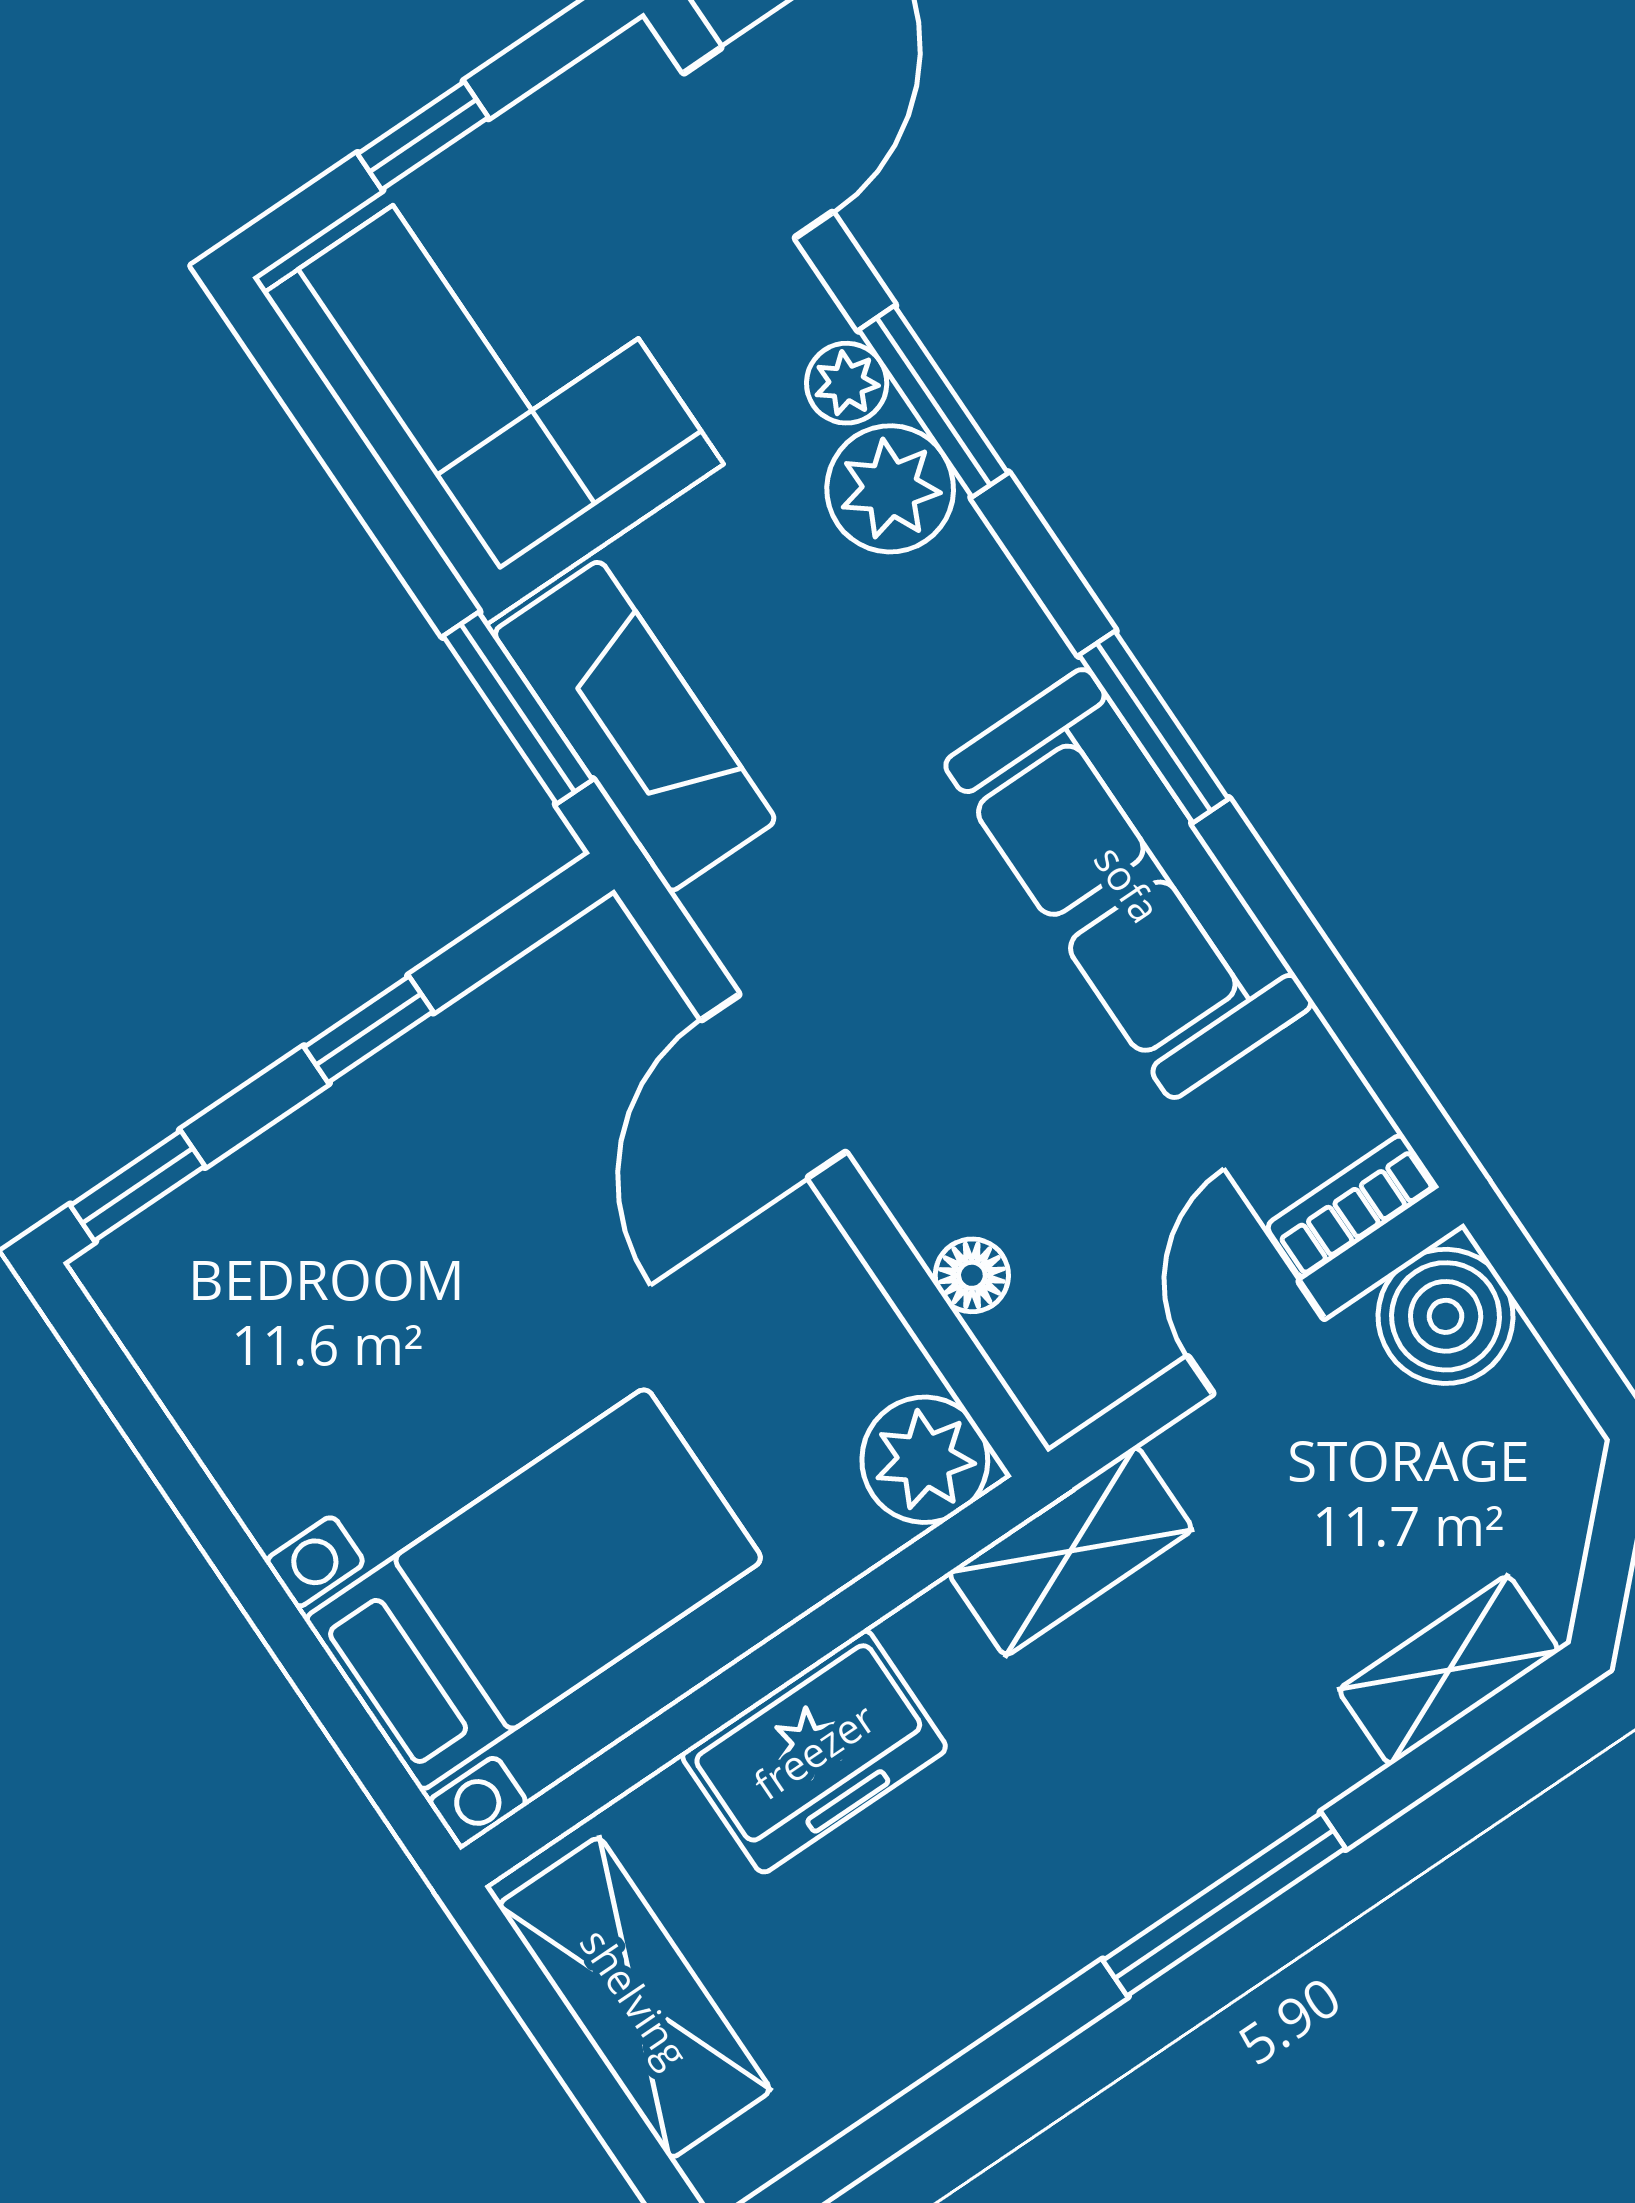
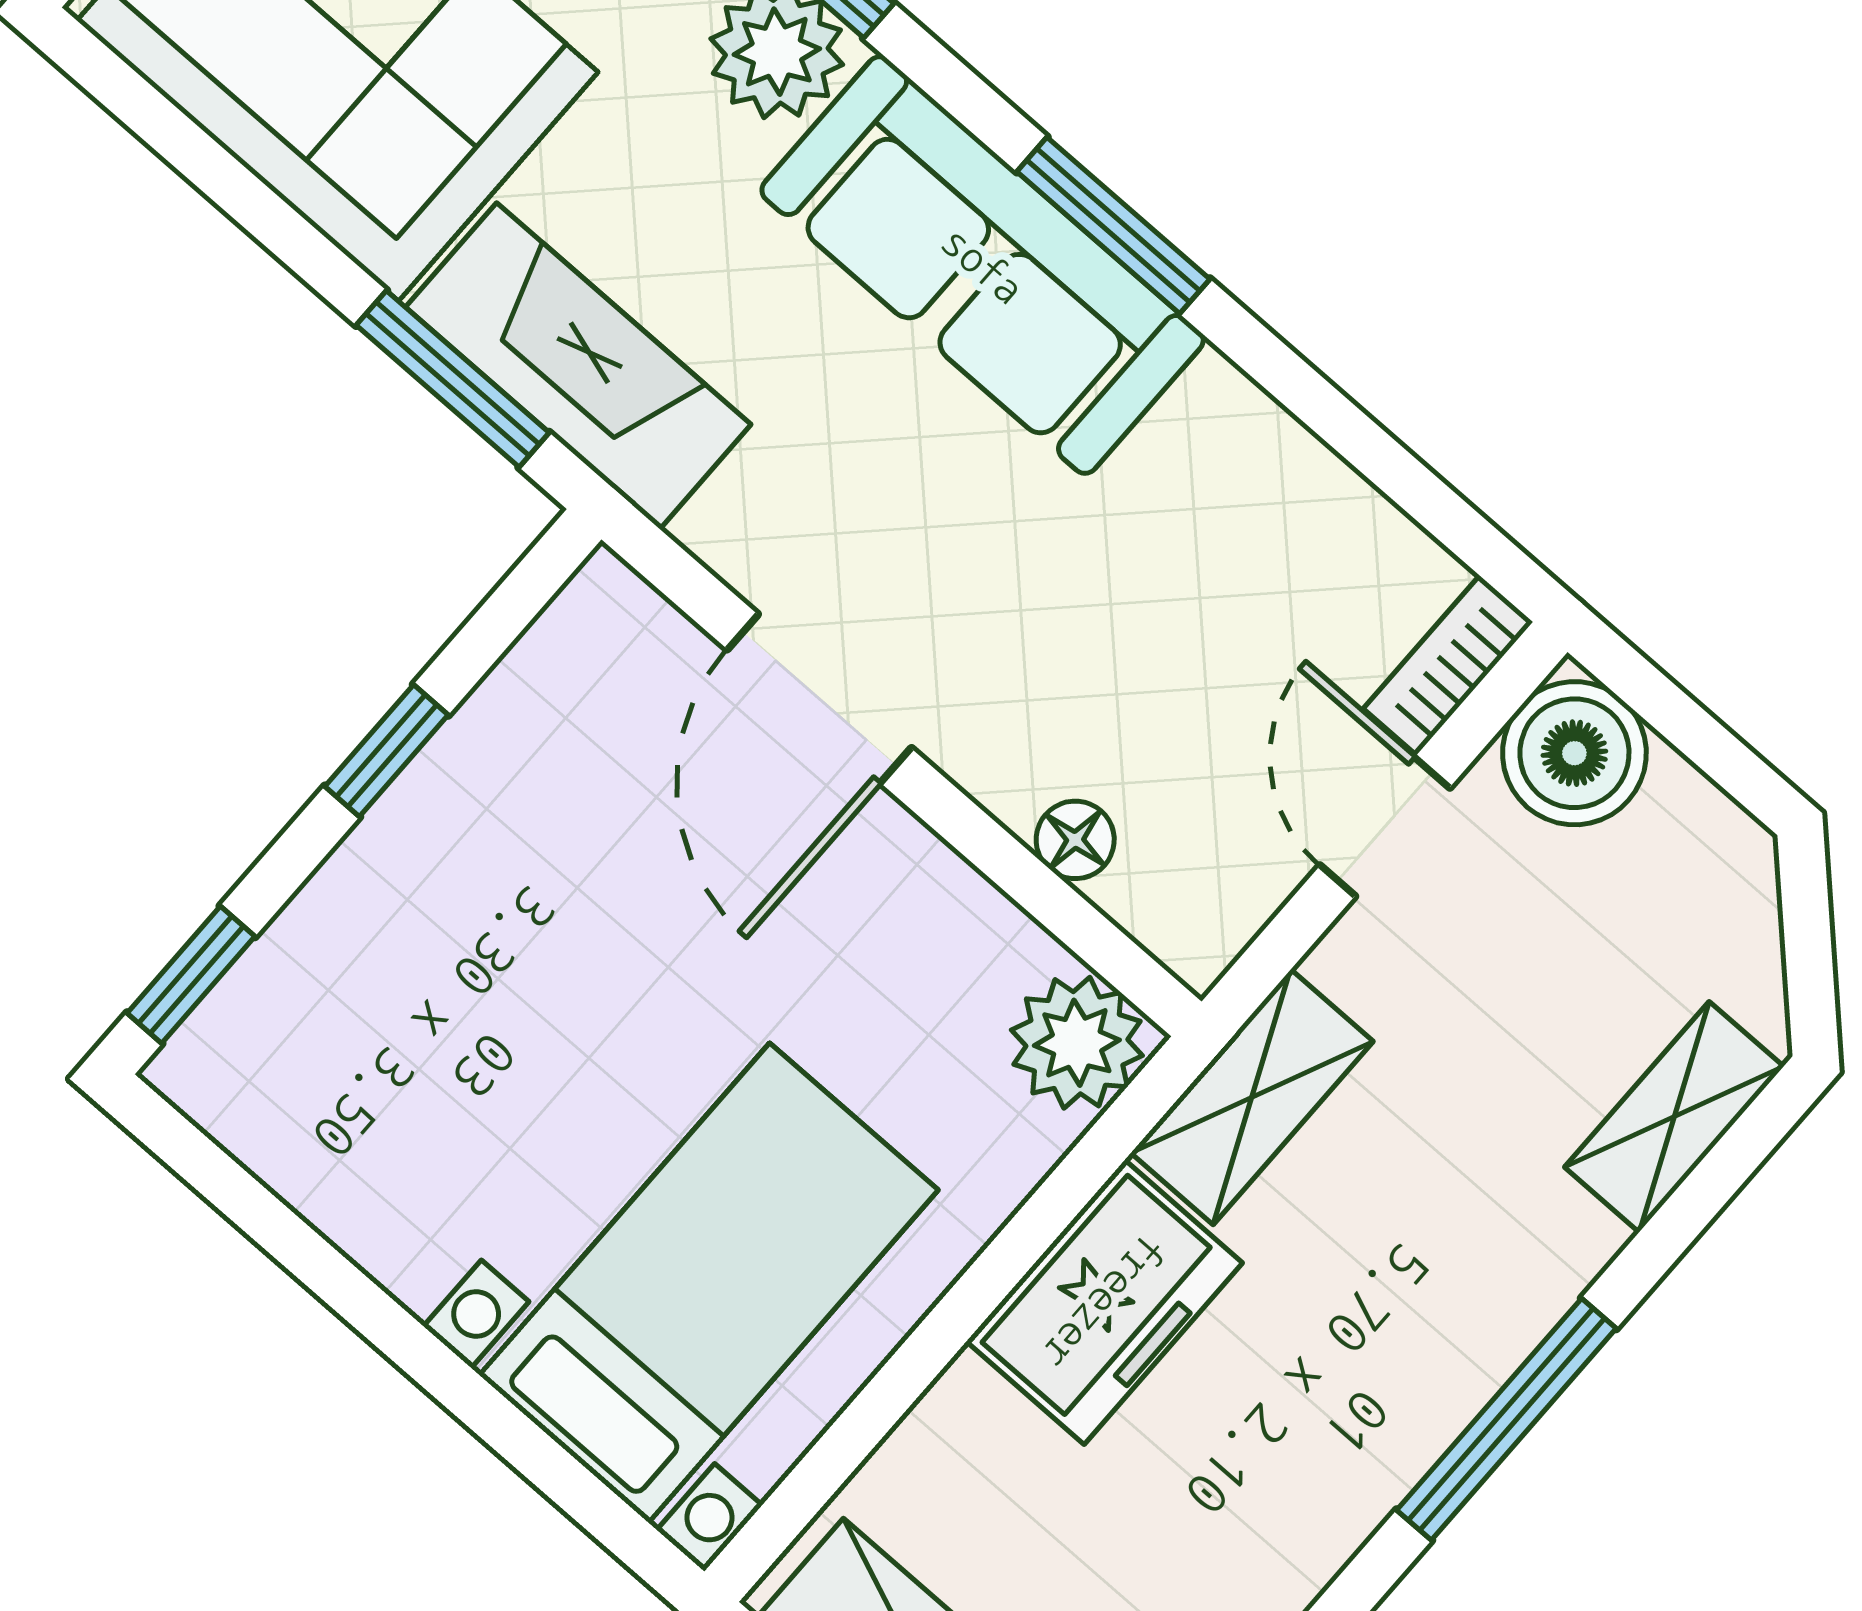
sofa: (1128, 884) -> (983, 265), moved
freezer: (814, 1751) -> (1104, 1302), moved

